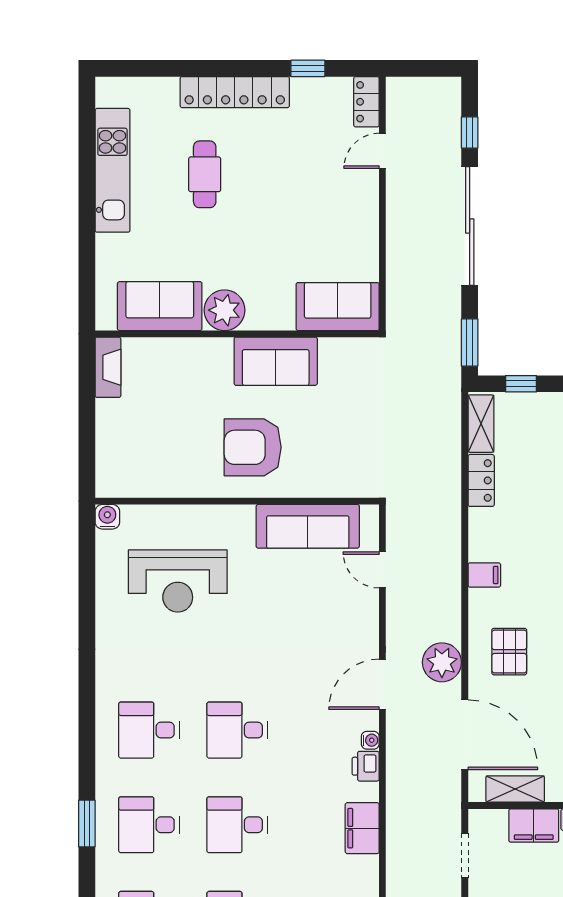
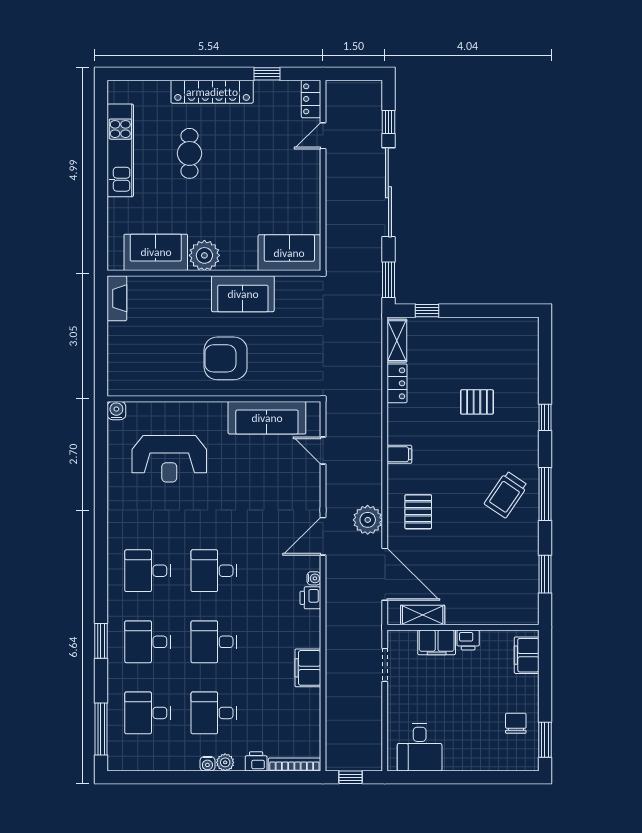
filing cabinet: (362, 828) -> (308, 668), moved

